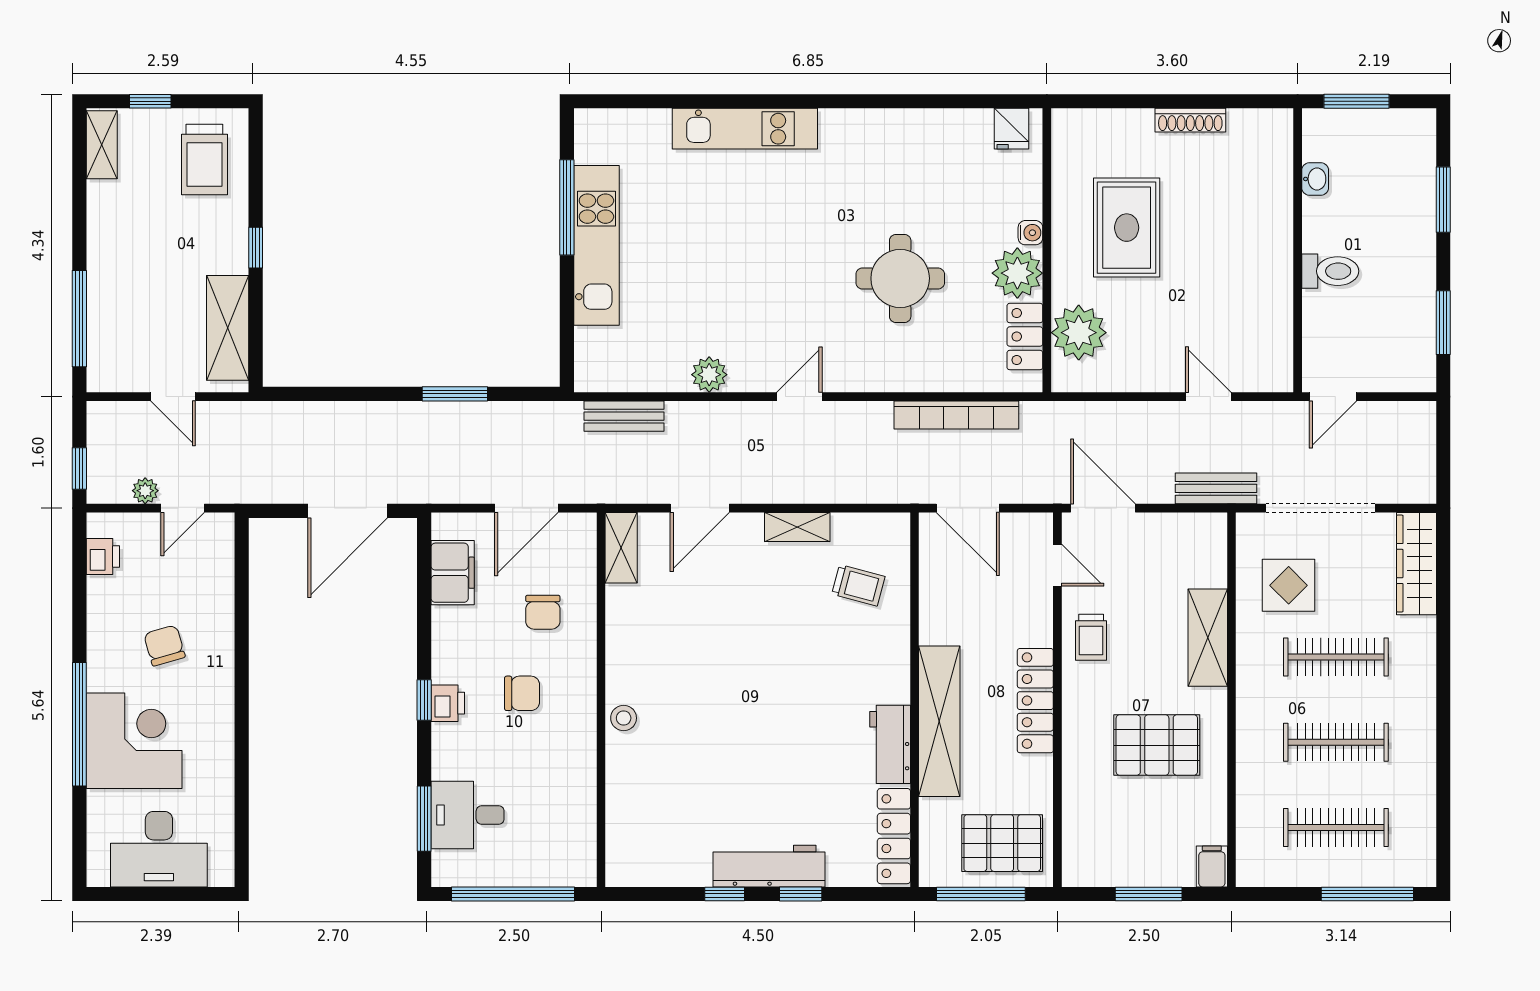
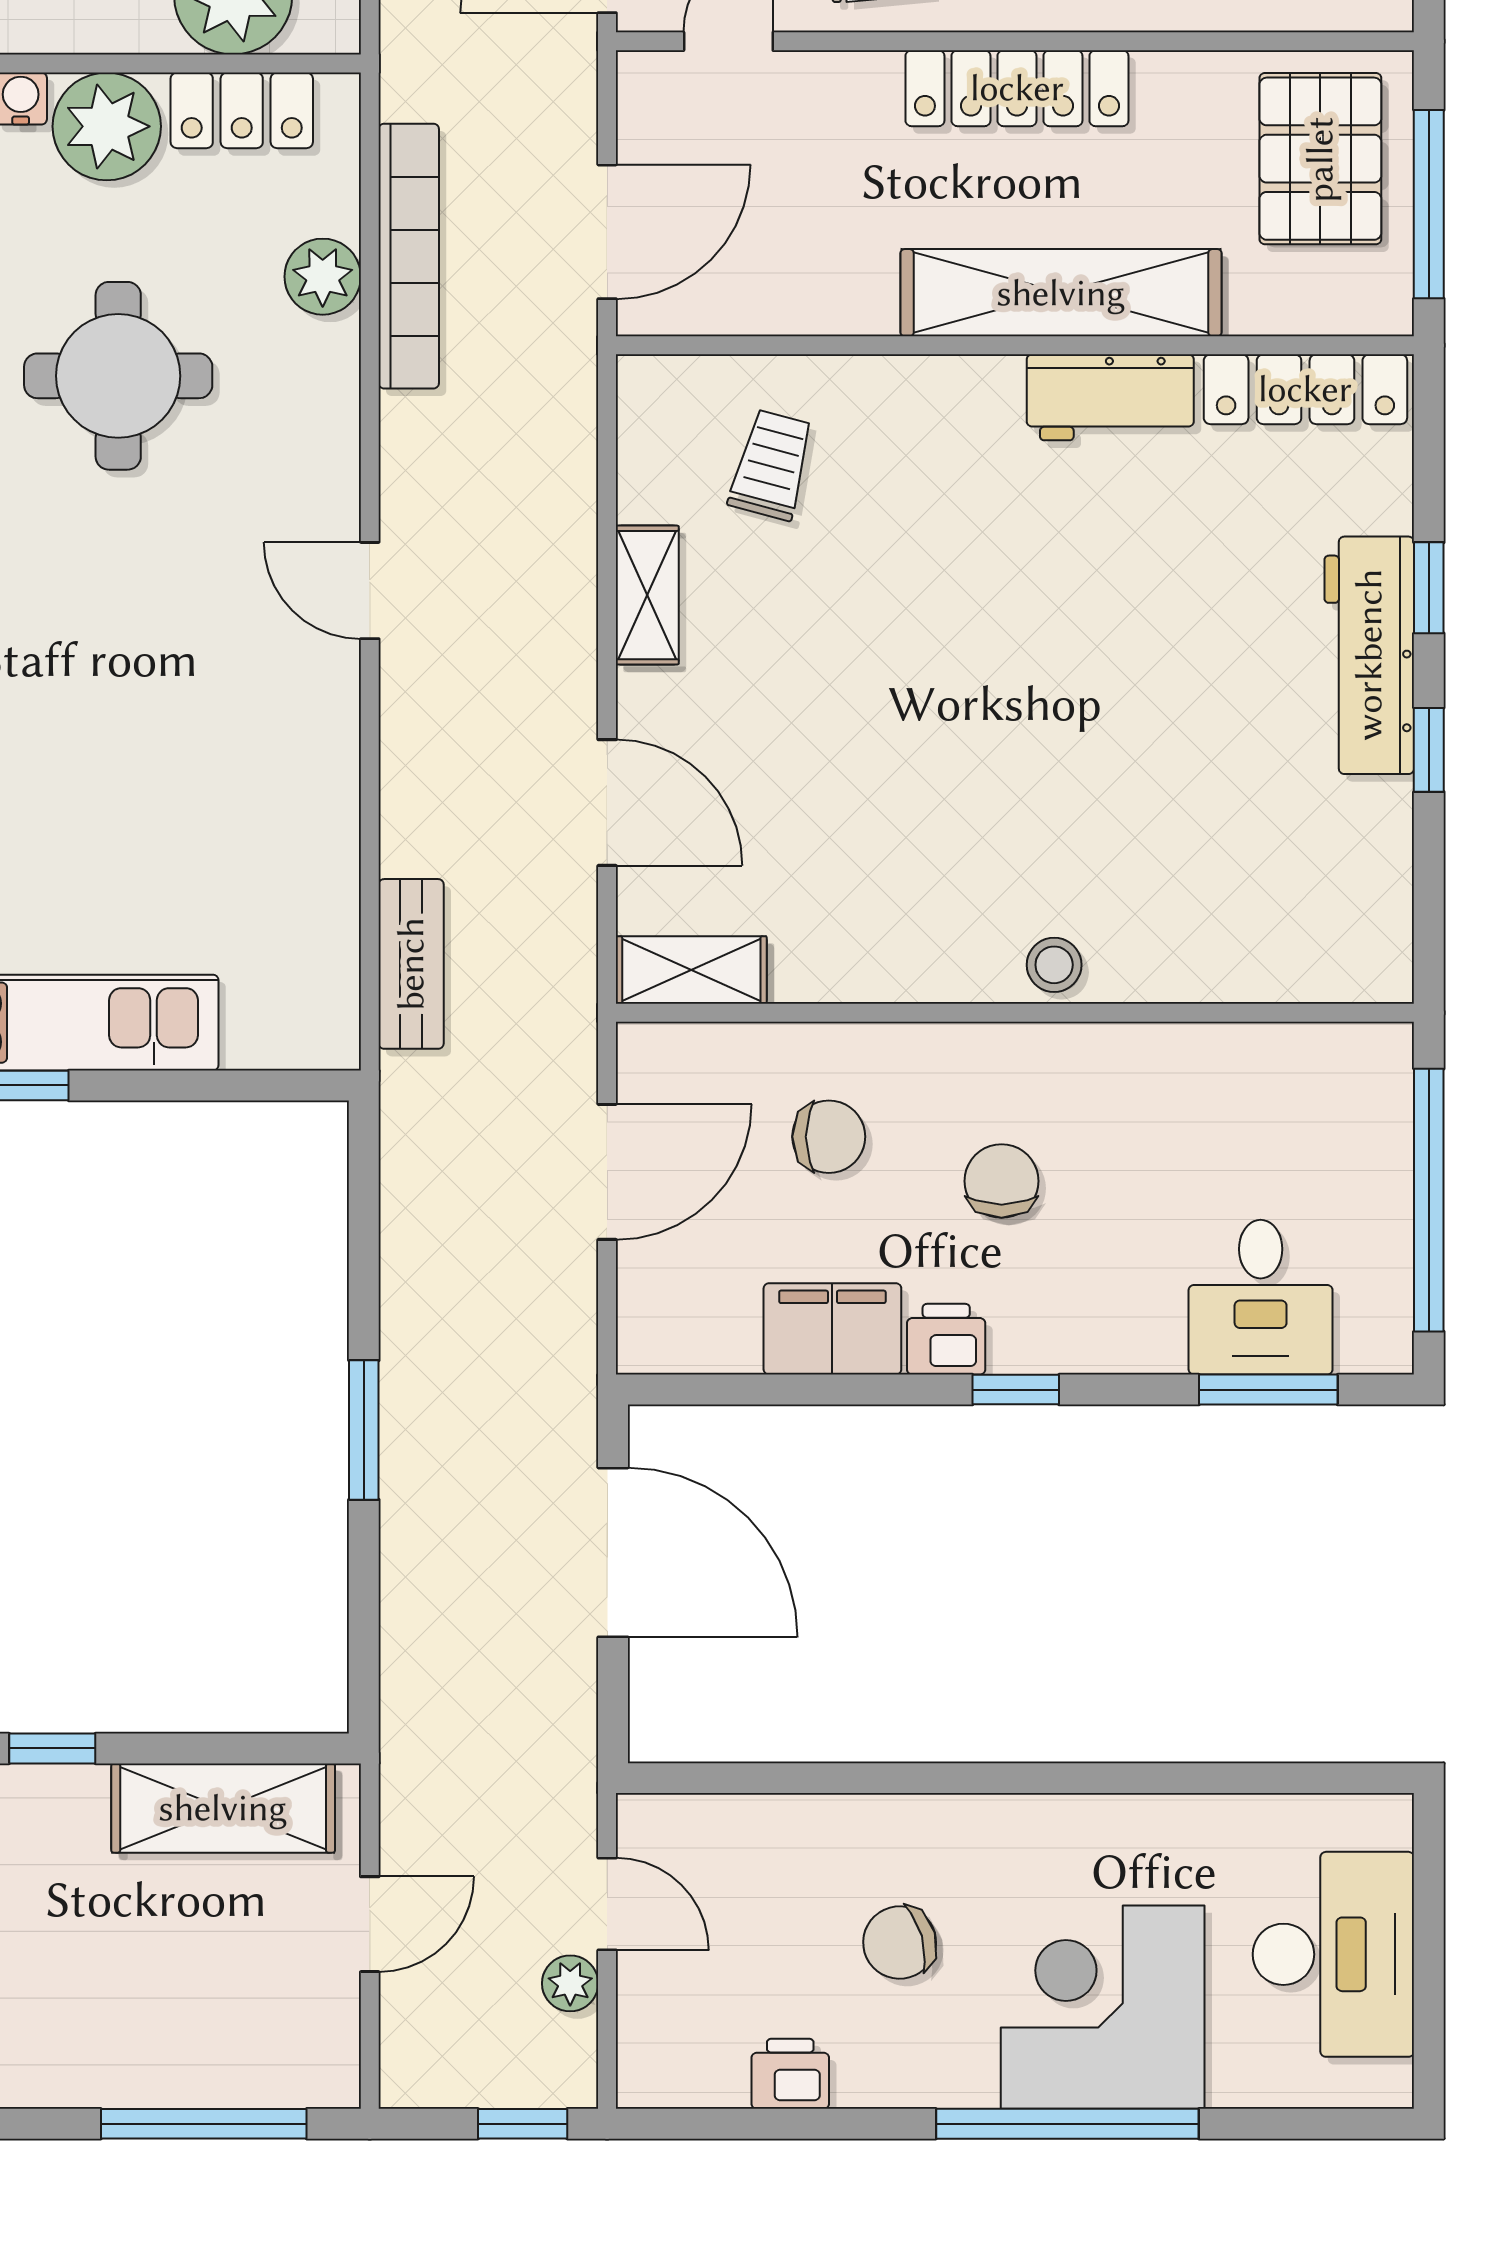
plant: (709, 375) -> (323, 277), moved
window: (455, 394) -> (364, 1430), moved
door: (526, 508) -> (607, 1172), hinge flipped
printer: (103, 557) -> (790, 2074), moved
filing cabinet: (453, 573) -> (832, 1329), moved
printer: (448, 703) -> (946, 1339), moved

